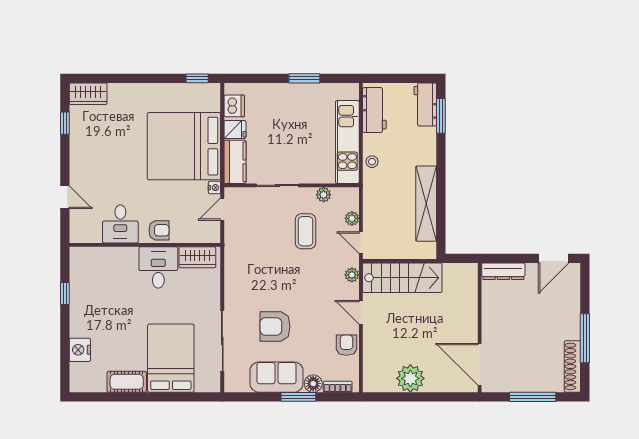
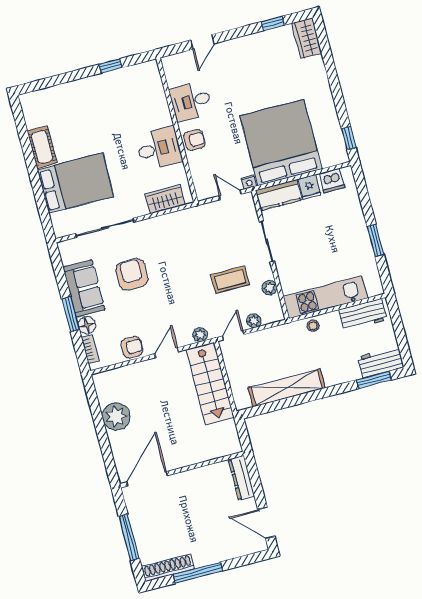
armchair: (159, 230) -> (194, 140), turned -90
wardrobe: (197, 257) -> (165, 199), moved, turned 90
nightstand: (80, 350) -> (61, 94), removed

